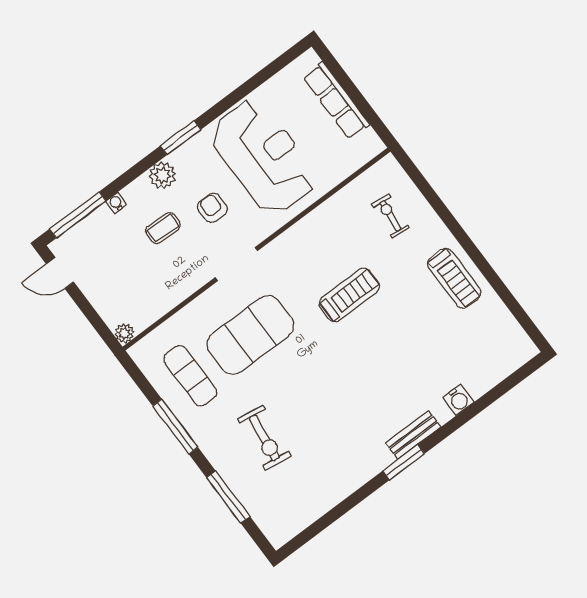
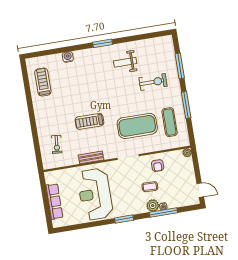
plant: (163, 175) -> (153, 206), moved
armchair: (212, 208) -> (158, 166), moved
window: (78, 215) -> (163, 212), moved
treadmill: (454, 278) -> (43, 82), moved
bench: (413, 435) -> (91, 157), moved
exercise bike: (264, 438) -> (153, 82), turned 82
weight bench: (340, 448) -> (125, 62), added

